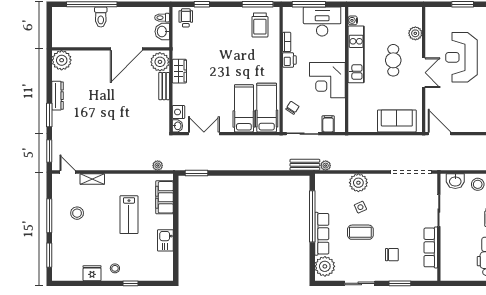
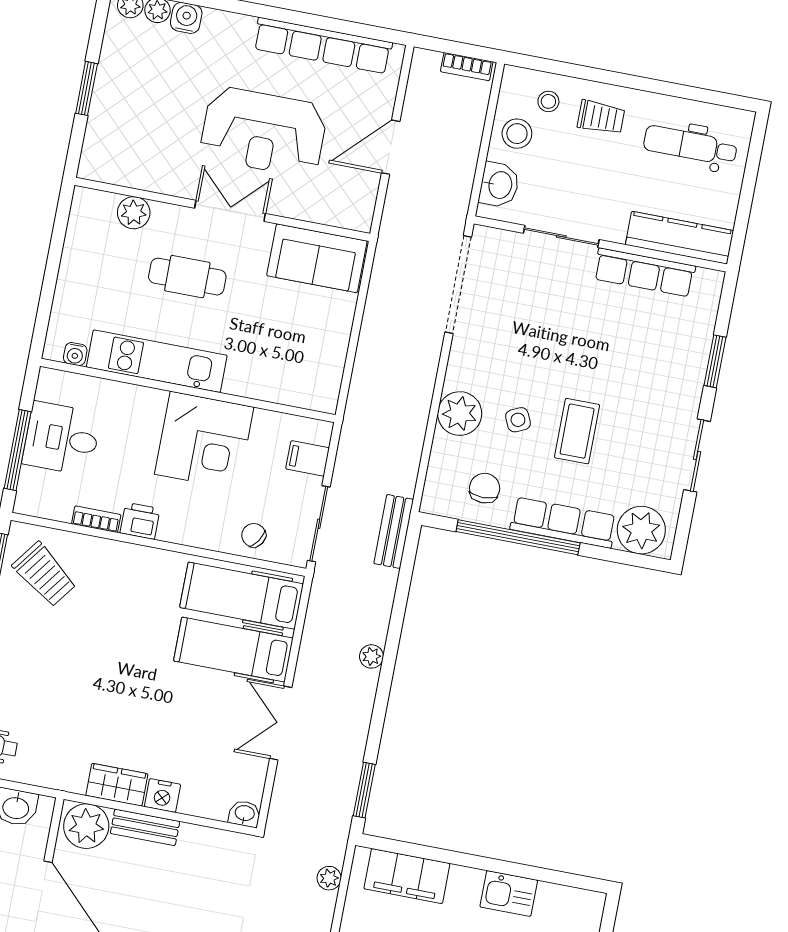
desk: (322, 21) -> (62, 438), width x0.73
trolley: (260, 25) -> (44, 574), turned 37
reception desk: (461, 57) -> (264, 132), moved
nightstand: (178, 112) -> (162, 795), moved
sofa: (397, 121) -> (317, 258), moved, turned -90
double door: (204, 134) -> (281, 723), moved
door: (440, 134) -> (391, 147), moved
plant: (326, 166) -> (371, 656), moved
chair: (392, 255) -> (485, 488), moved
kitchen counter: (448, 259) -> (680, 238), added

